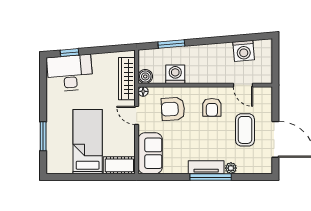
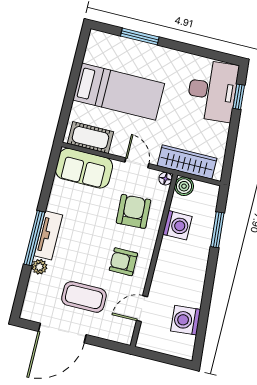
door: (137, 115) -> (137, 163), hinge flipped
cot: (119, 165) -> (91, 138), moved, turned 90

